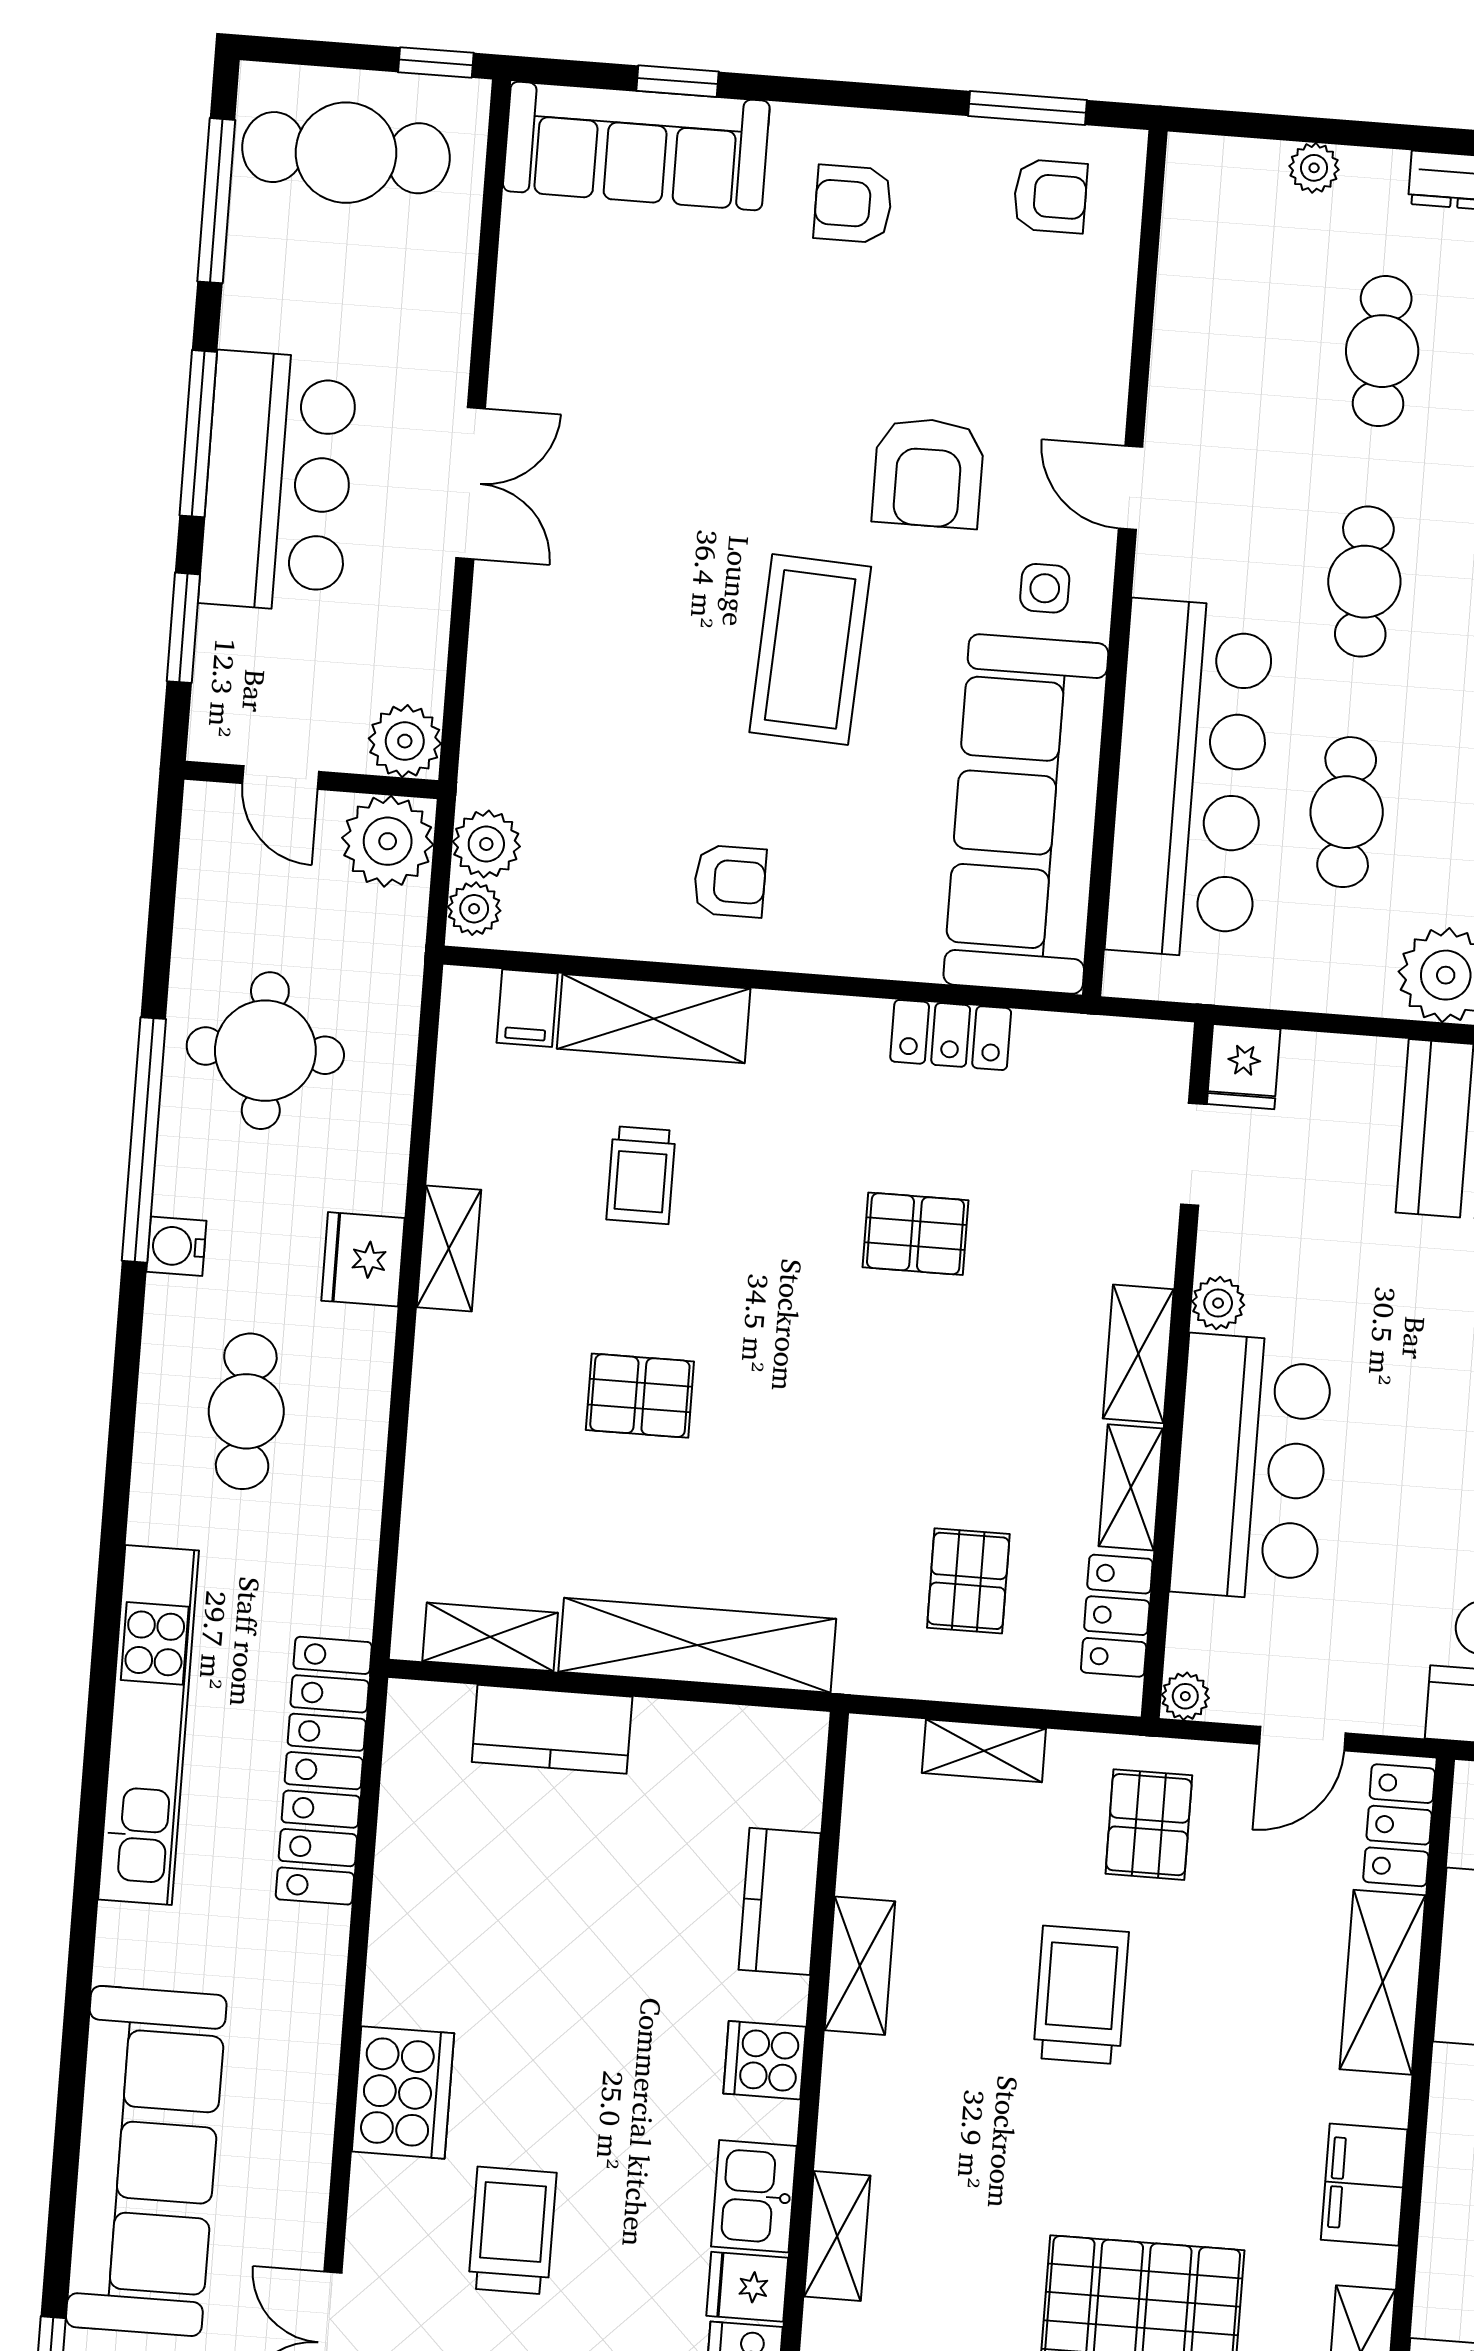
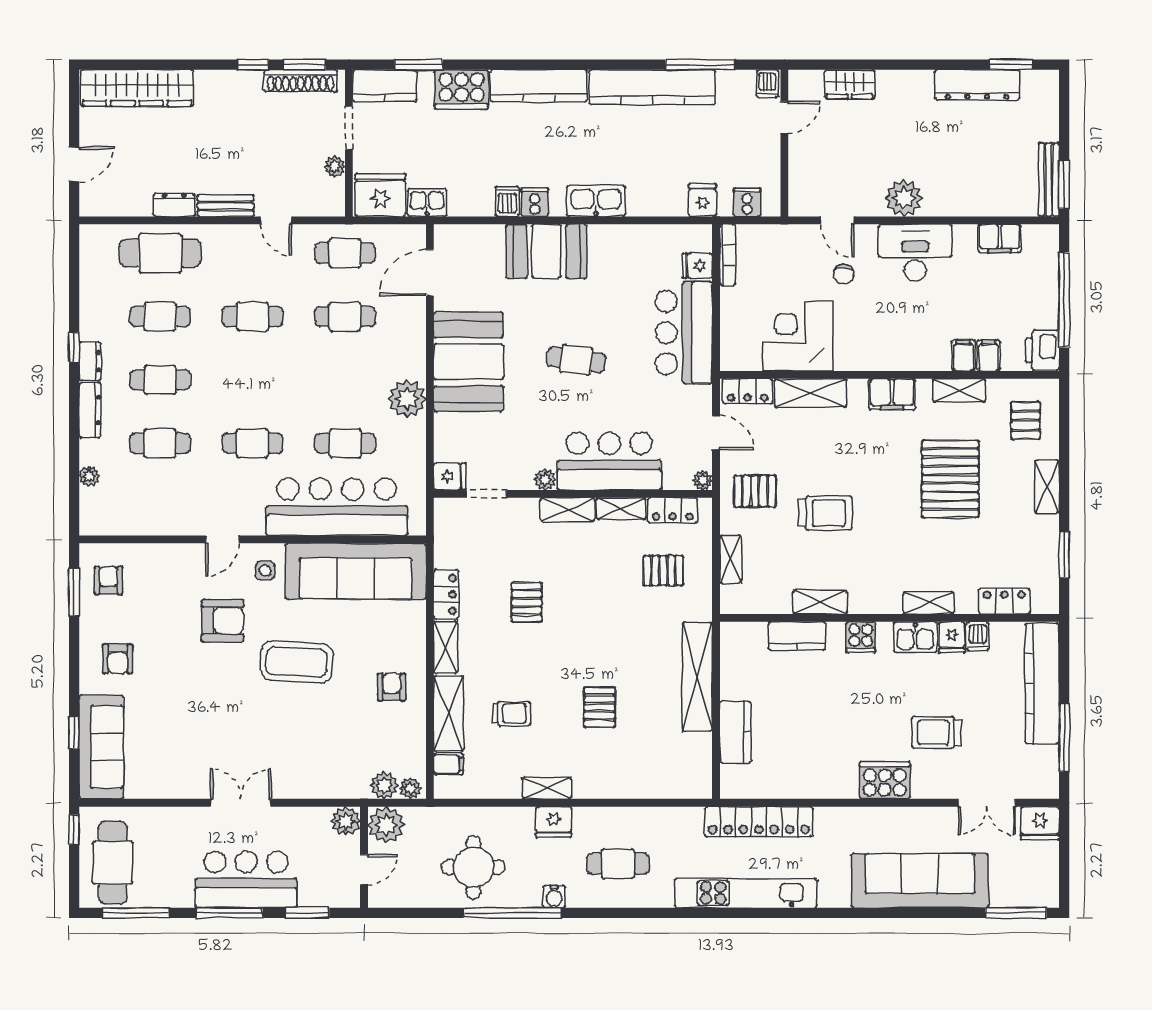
shelving: (490, 1637) -> (445, 647), moved
trolley: (1081, 1995) -> (825, 513), turned 180

